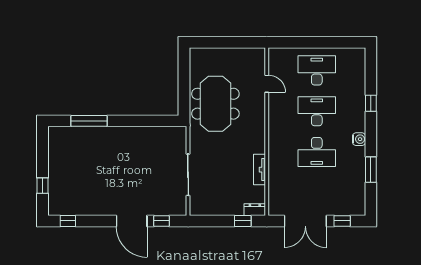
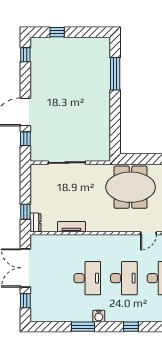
desk: (317, 152) -> (87, 278), turned 180
window: (371, 170) -> (83, 327), moved

